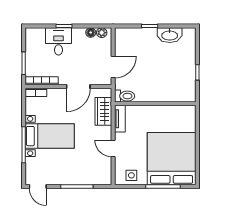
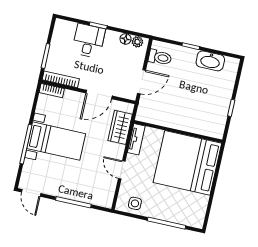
toilet: (125, 96) -> (160, 57), moved
bed: (172, 159) -> (187, 163), moved, turned -90

